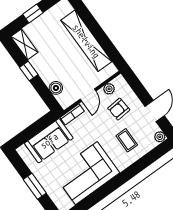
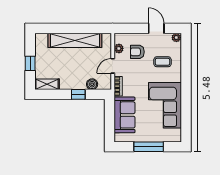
window: (29, 71) -> (78, 94), moved
door: (88, 95) -> (113, 66), swing flipped
armchair: (119, 109) -> (137, 52), turned 95
window: (35, 186) -> (149, 147), width x1.44

